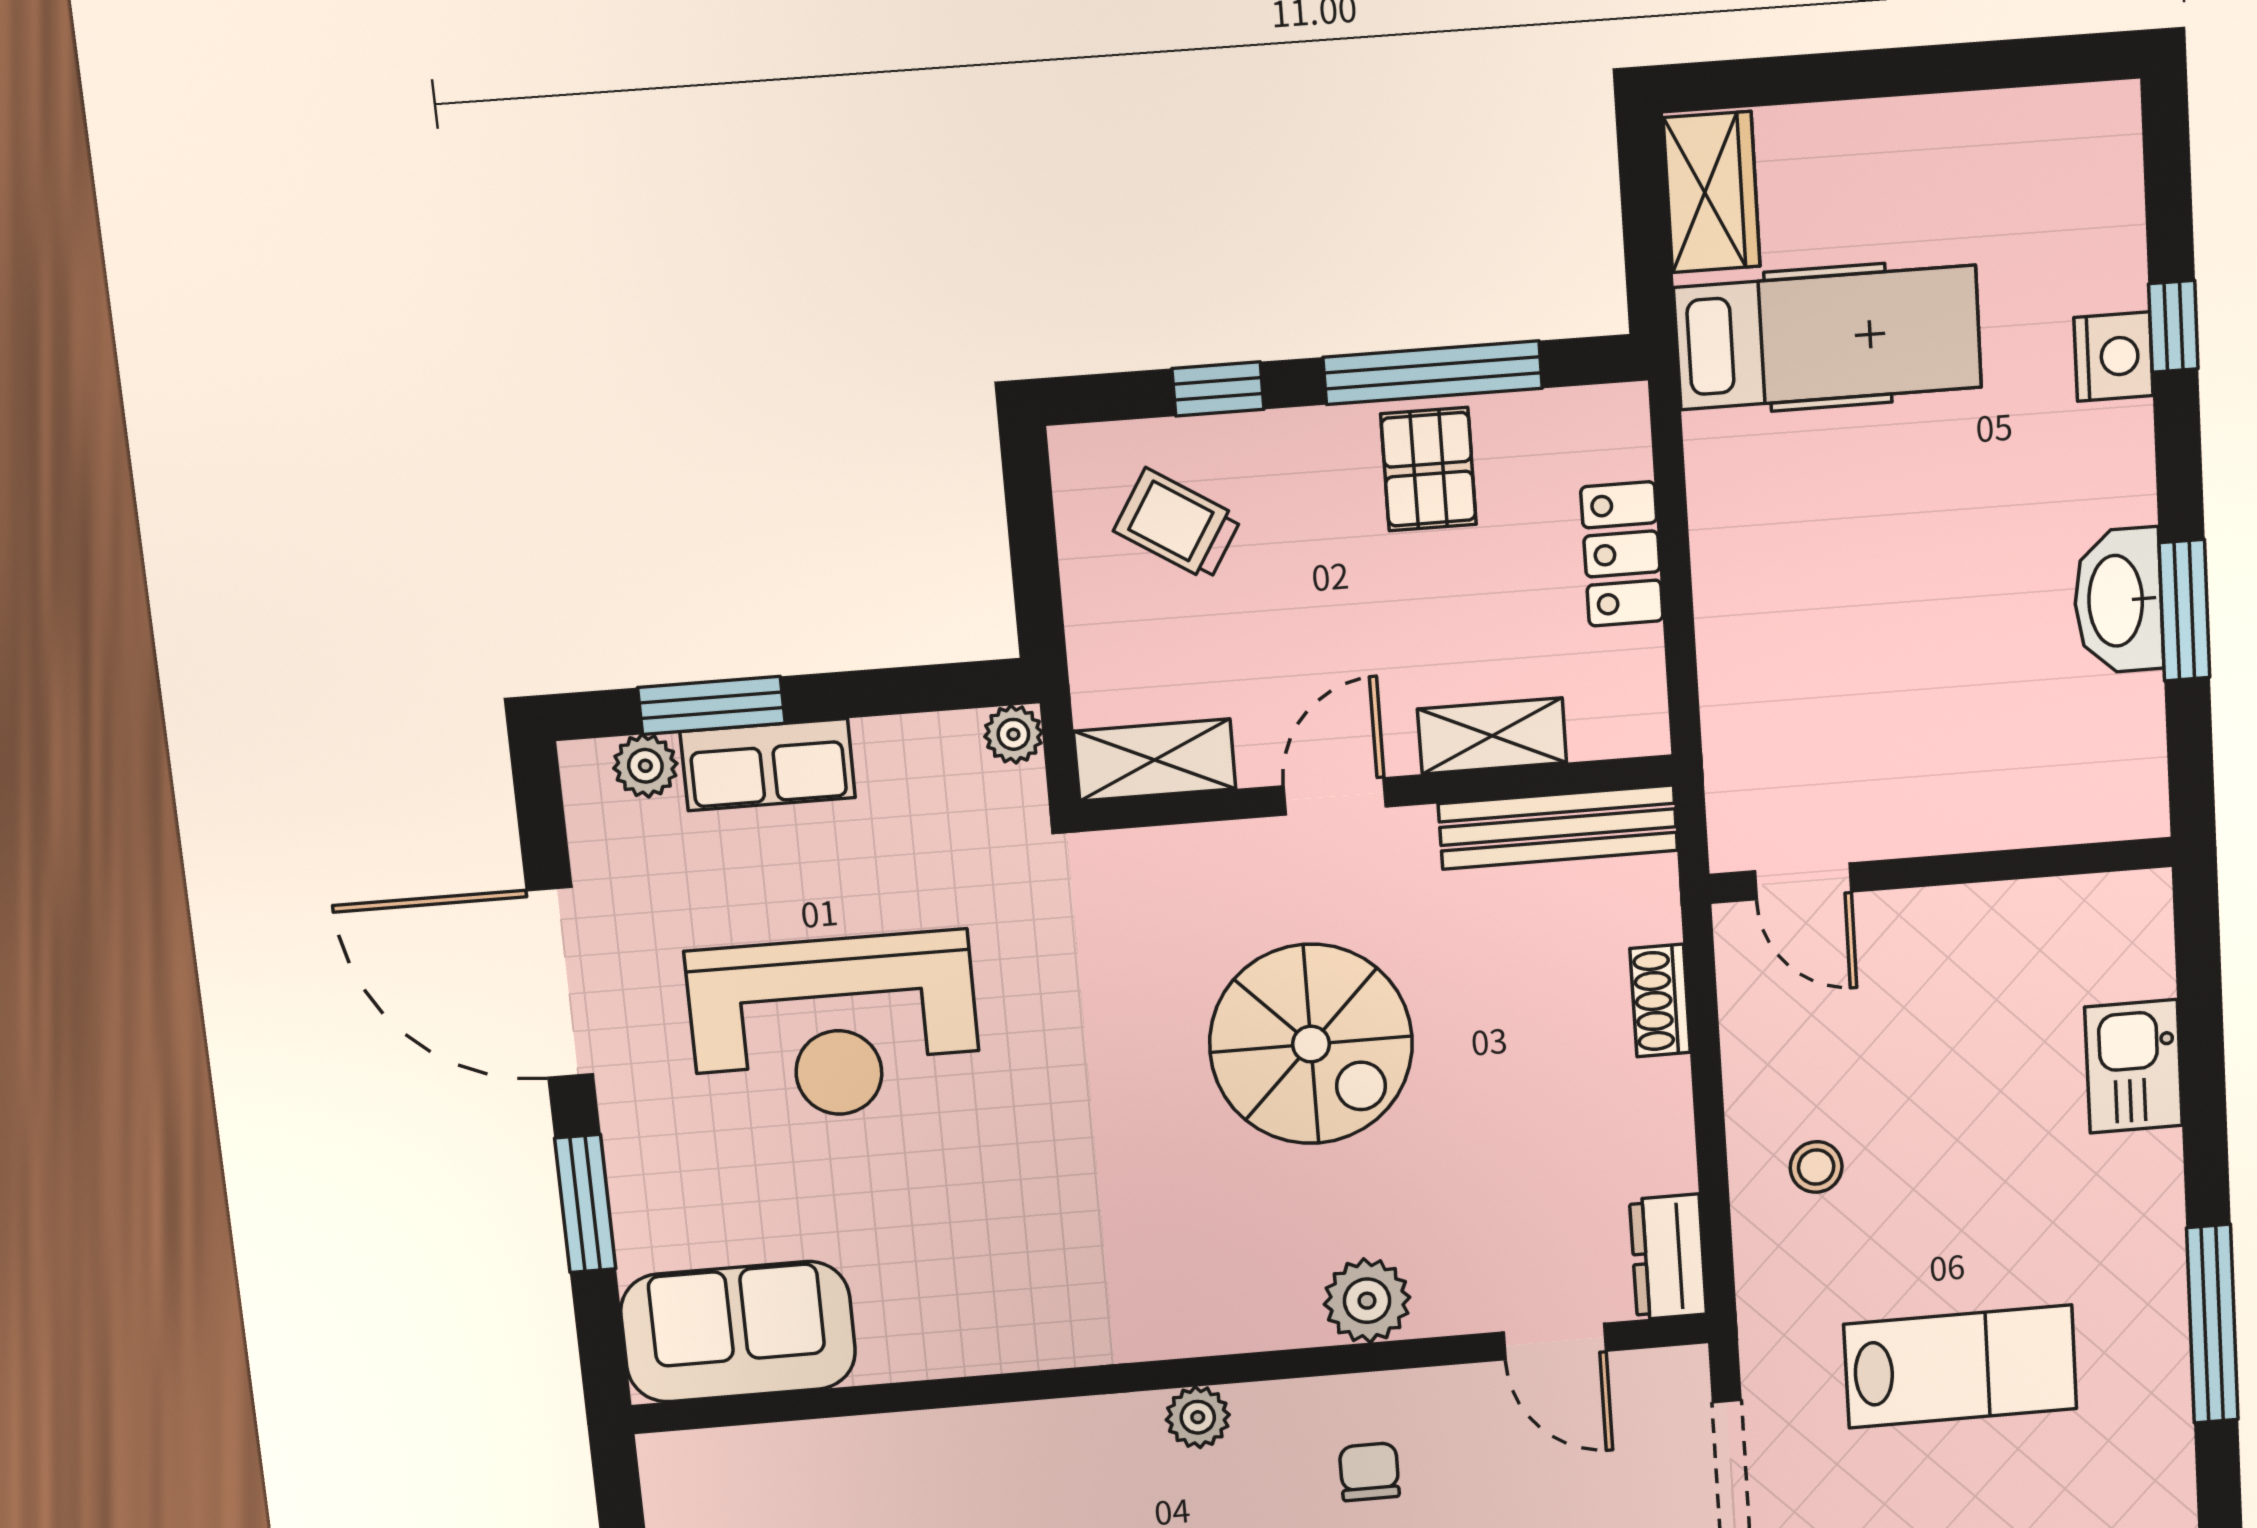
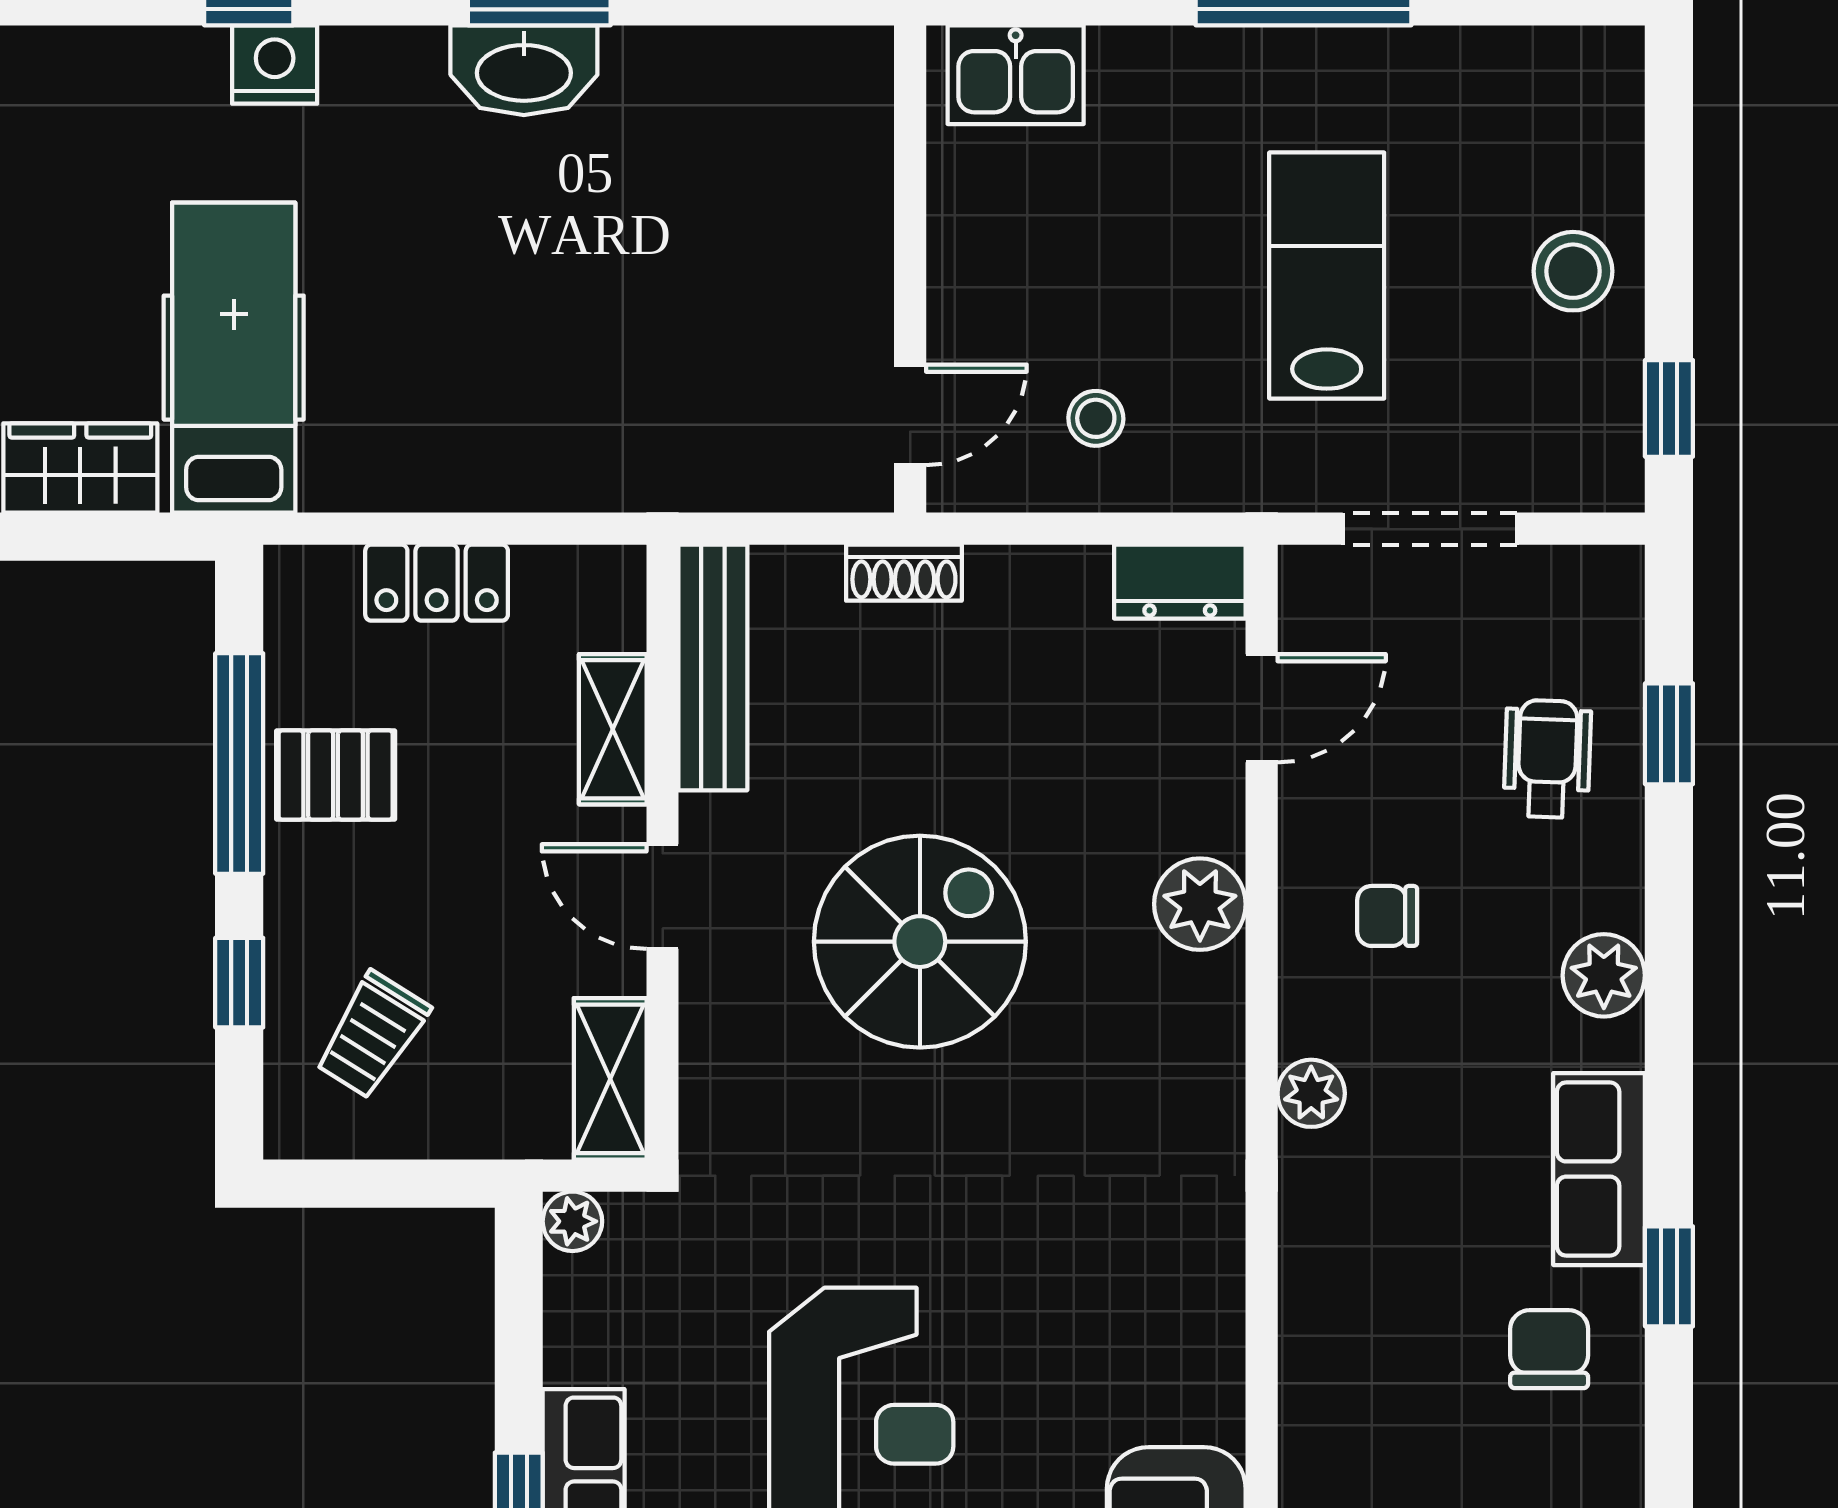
wall: (1941, 870) -> (910, 269), moved
door: (1803, 881) -> (910, 415), moved

